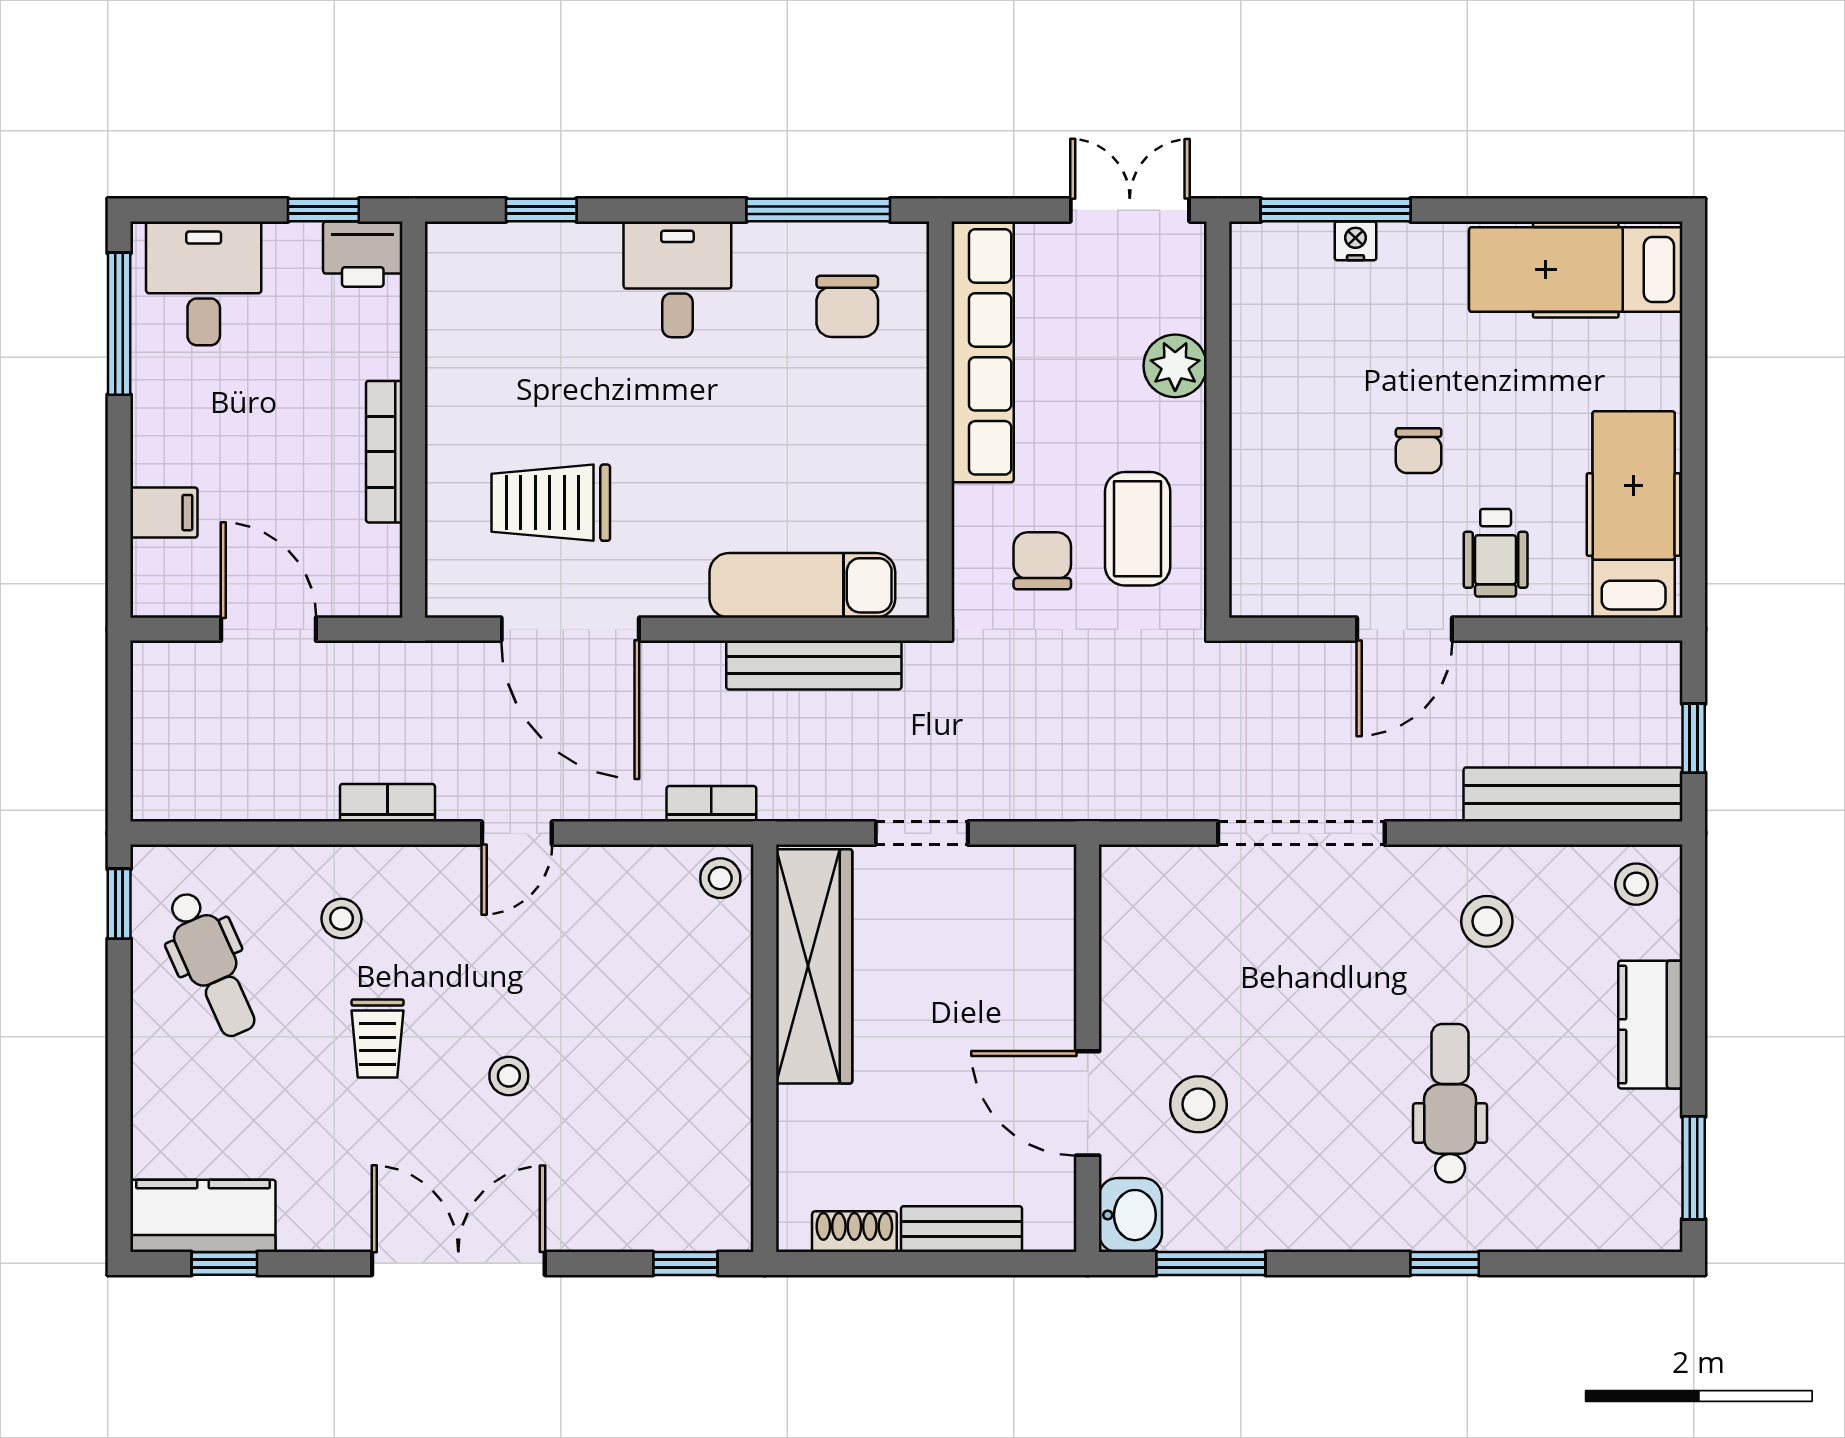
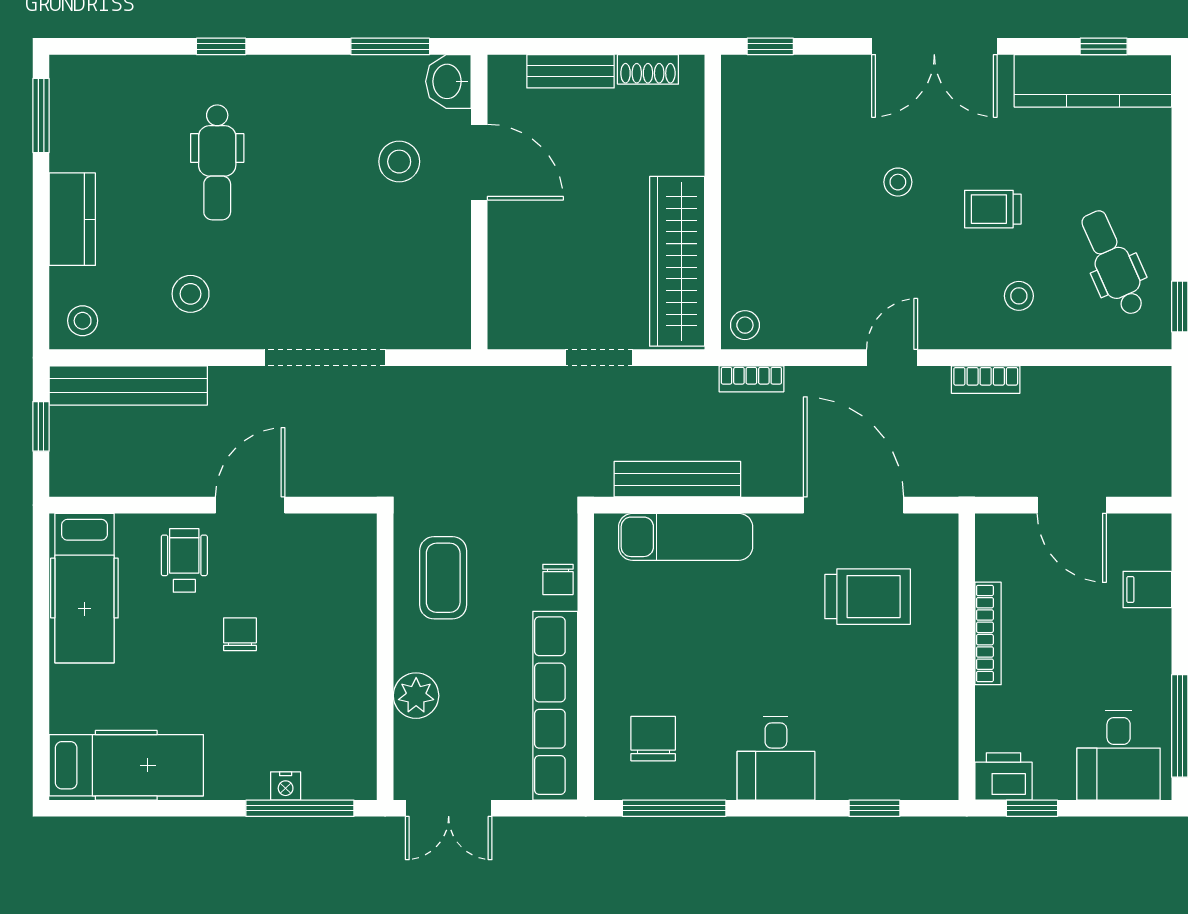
chair: (1042, 561) -> (558, 579), moved, width x0.73, depth x0.73
trolley: (378, 1039) -> (993, 209), turned -90
kitchen counter: (203, 1216) -> (1093, 81), width x1.50

